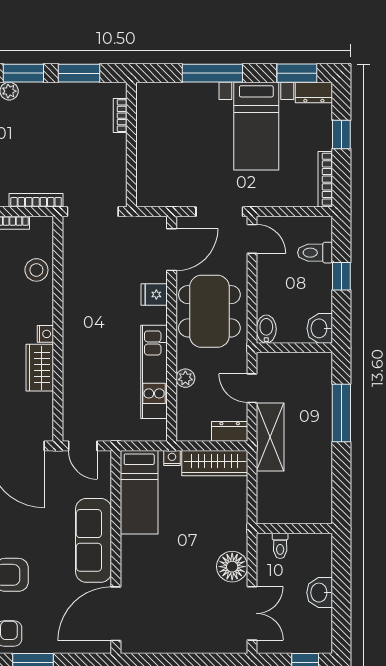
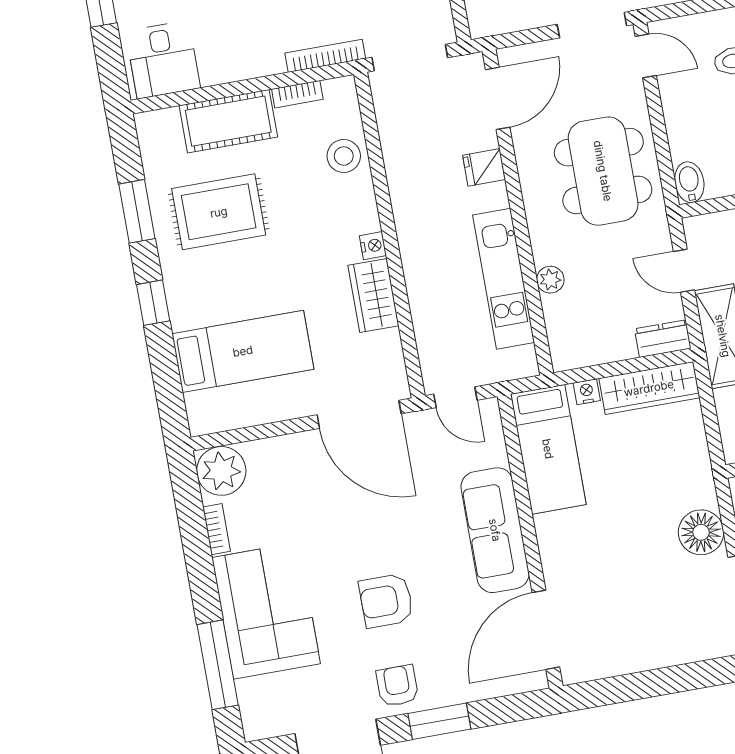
door: (172, 250) -> (498, 98), moved
fridge: (154, 294) -> (484, 167), moved
wall: (172, 329) -> (518, 212), moved
kitchen unit: (154, 372) -> (504, 279), moved
plant: (185, 378) -> (550, 280), moved

